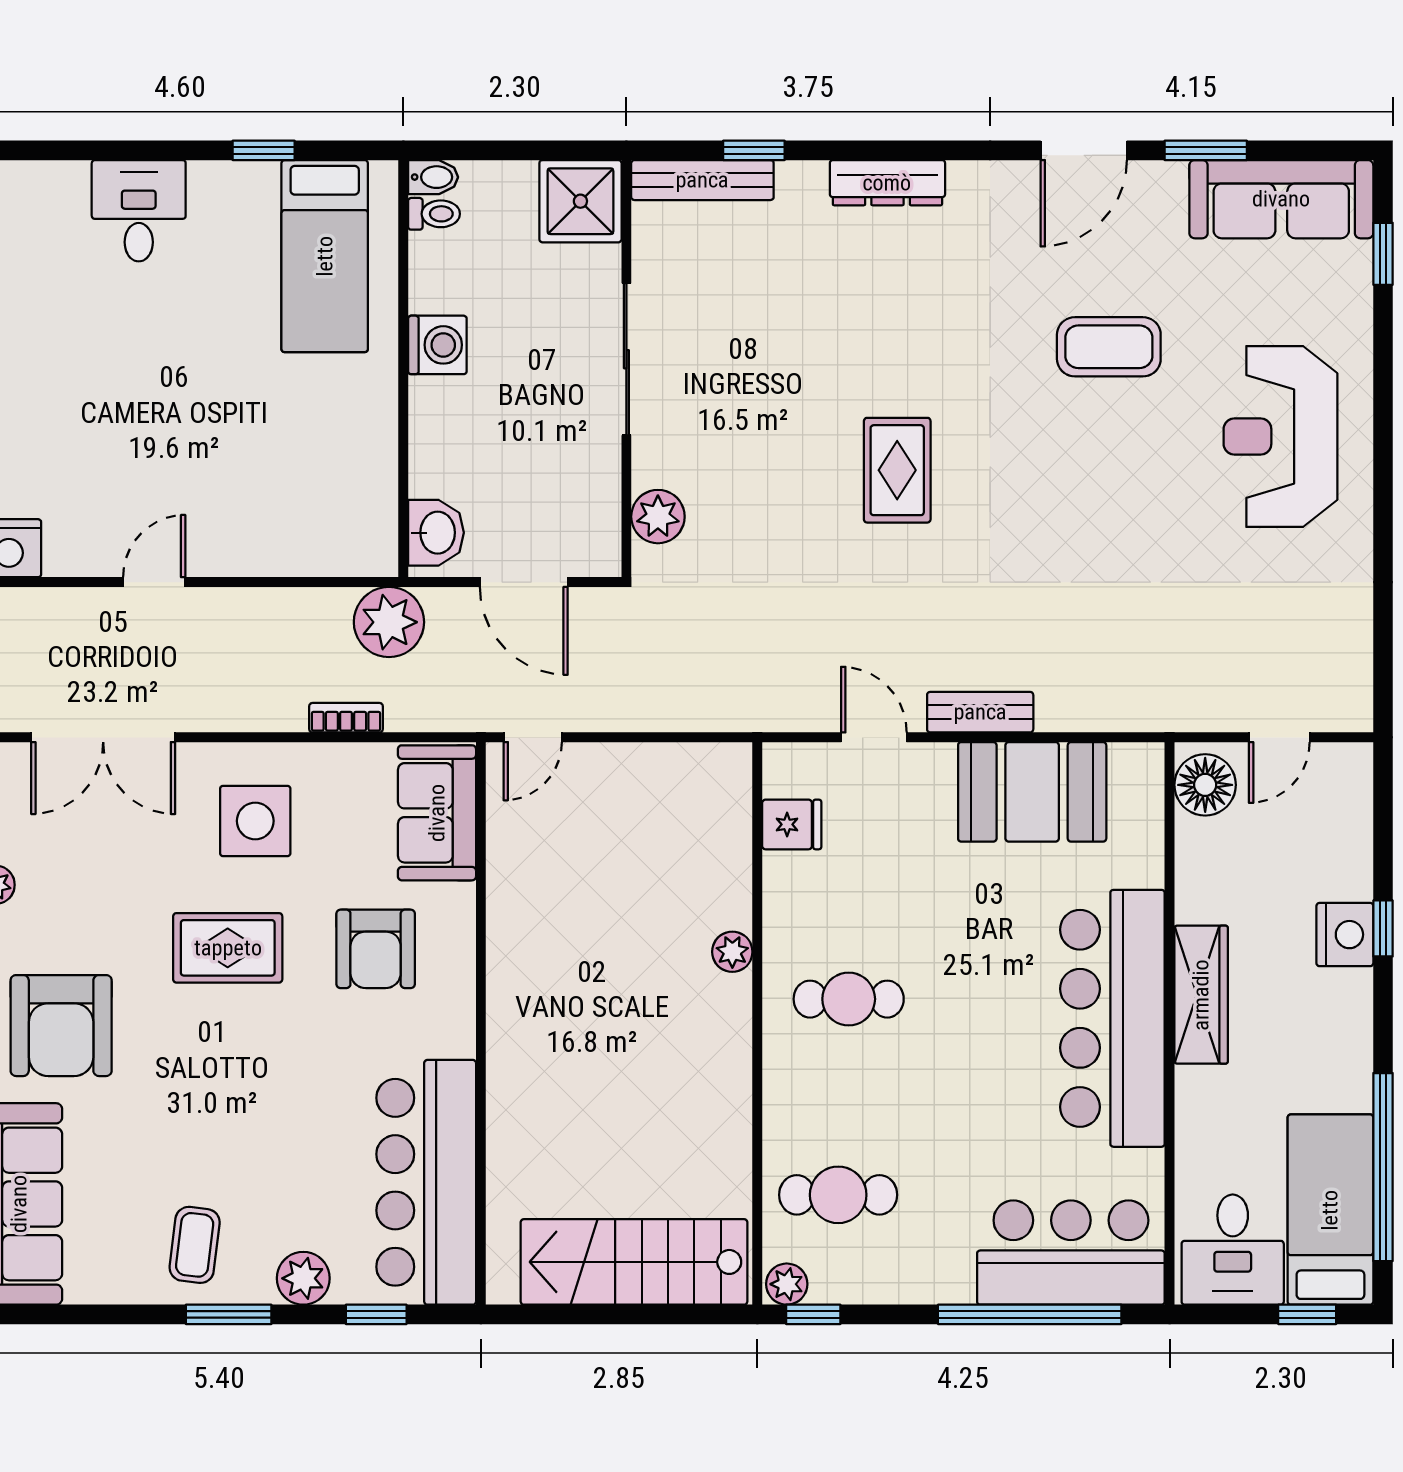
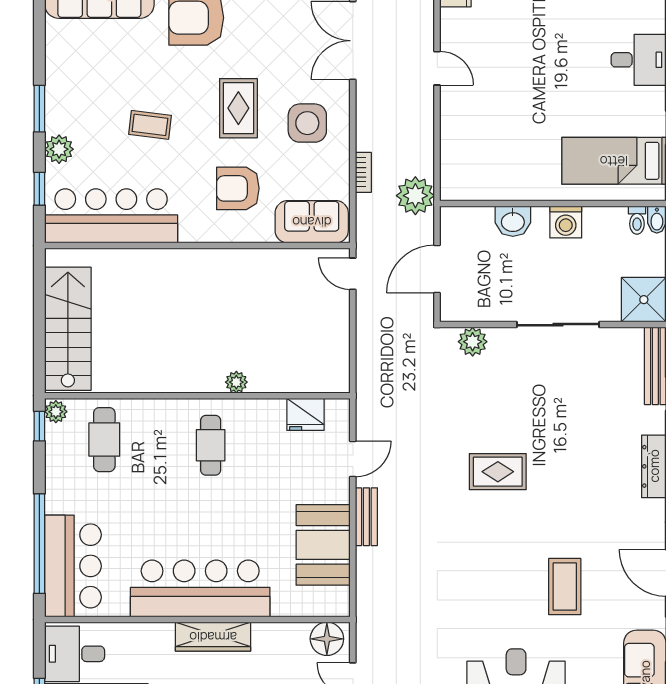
washbasin: (436, 533) -> (513, 221), moved
fridge: (792, 824) -> (305, 414), width x1.38
coffee table: (195, 1245) -> (150, 125), moved

